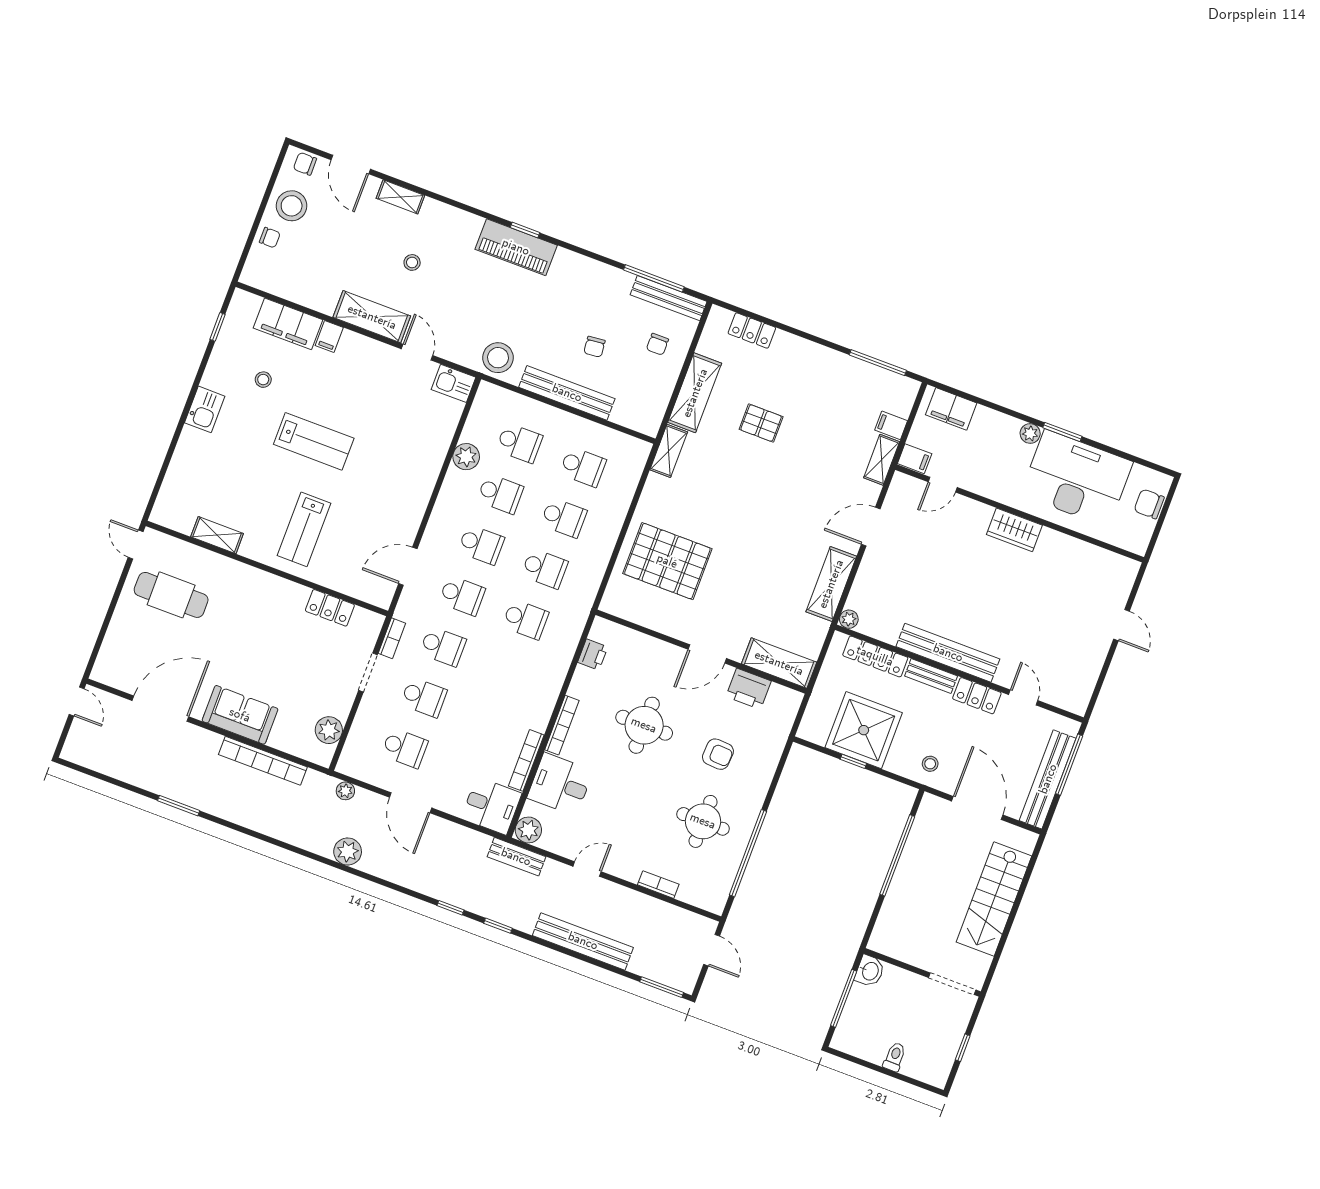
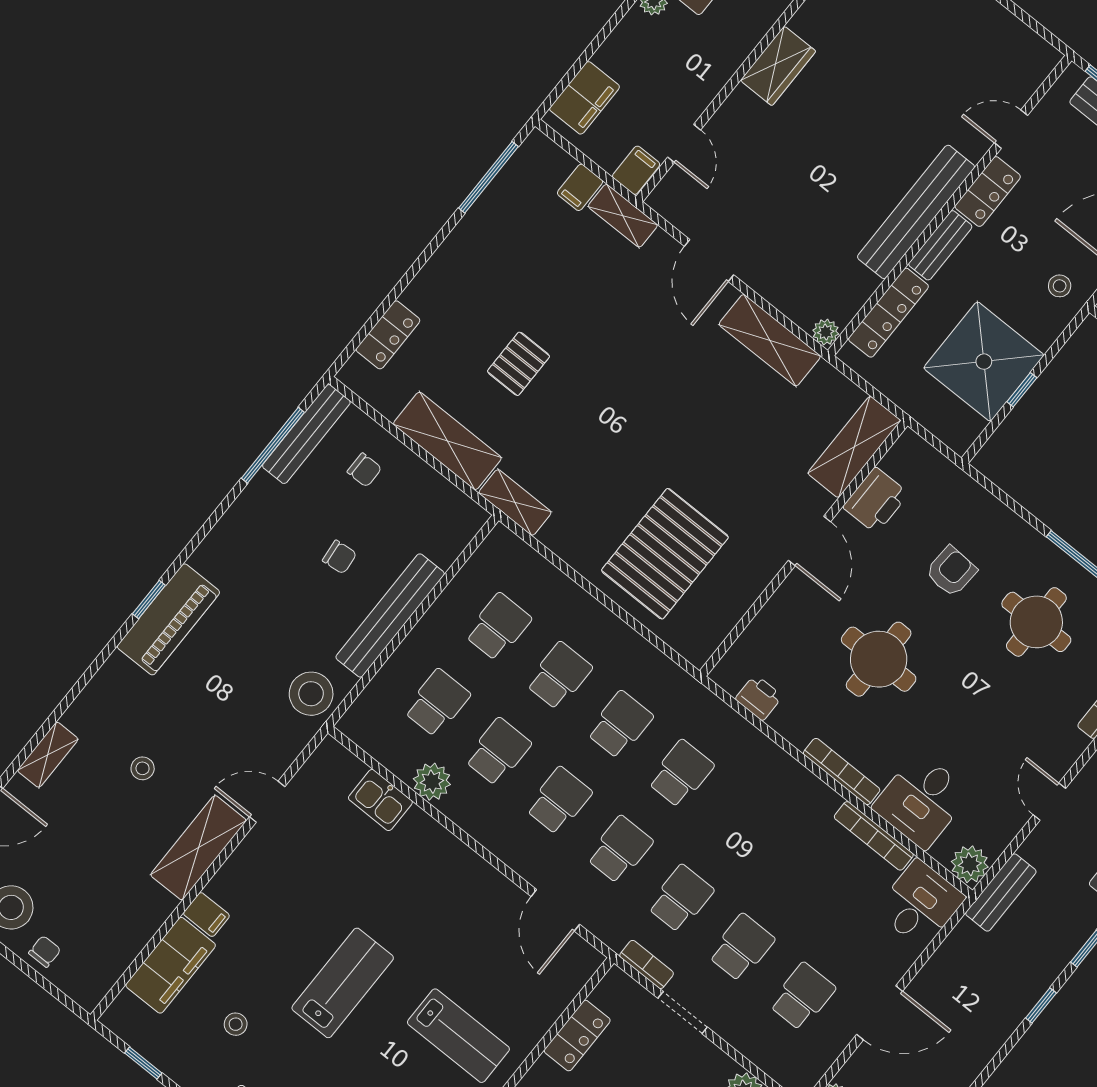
kitchen sink: (454, 383) -> (380, 800), moved, turned 90

